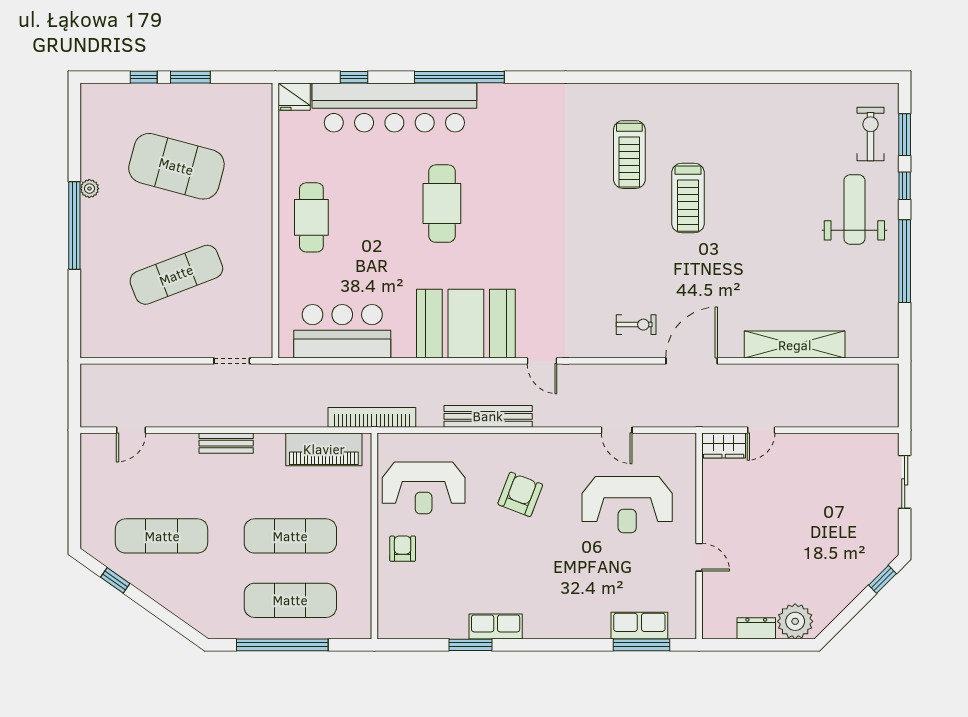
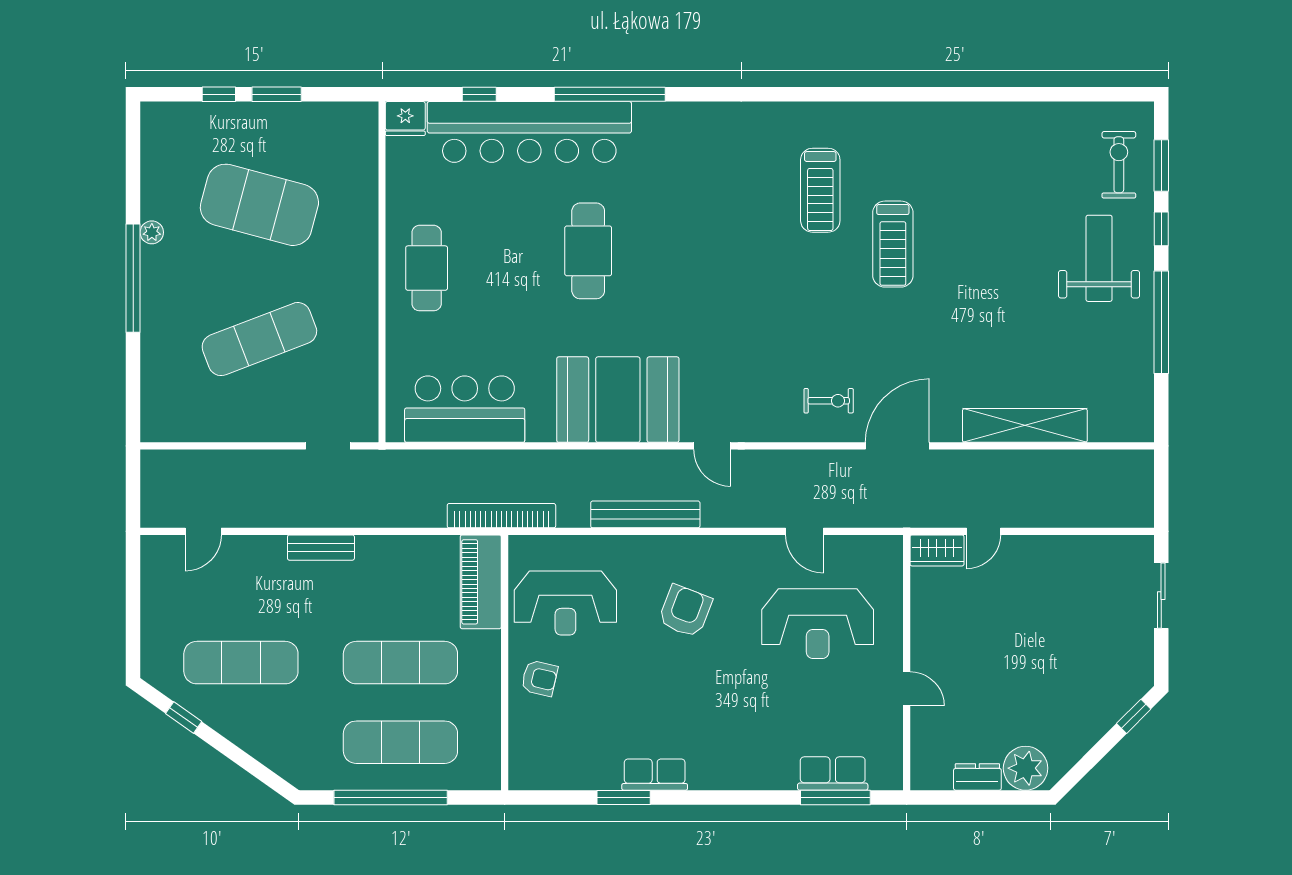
piano: (324, 449) -> (481, 582), moved, turned 90
armchair: (403, 549) -> (539, 678), turned 103

